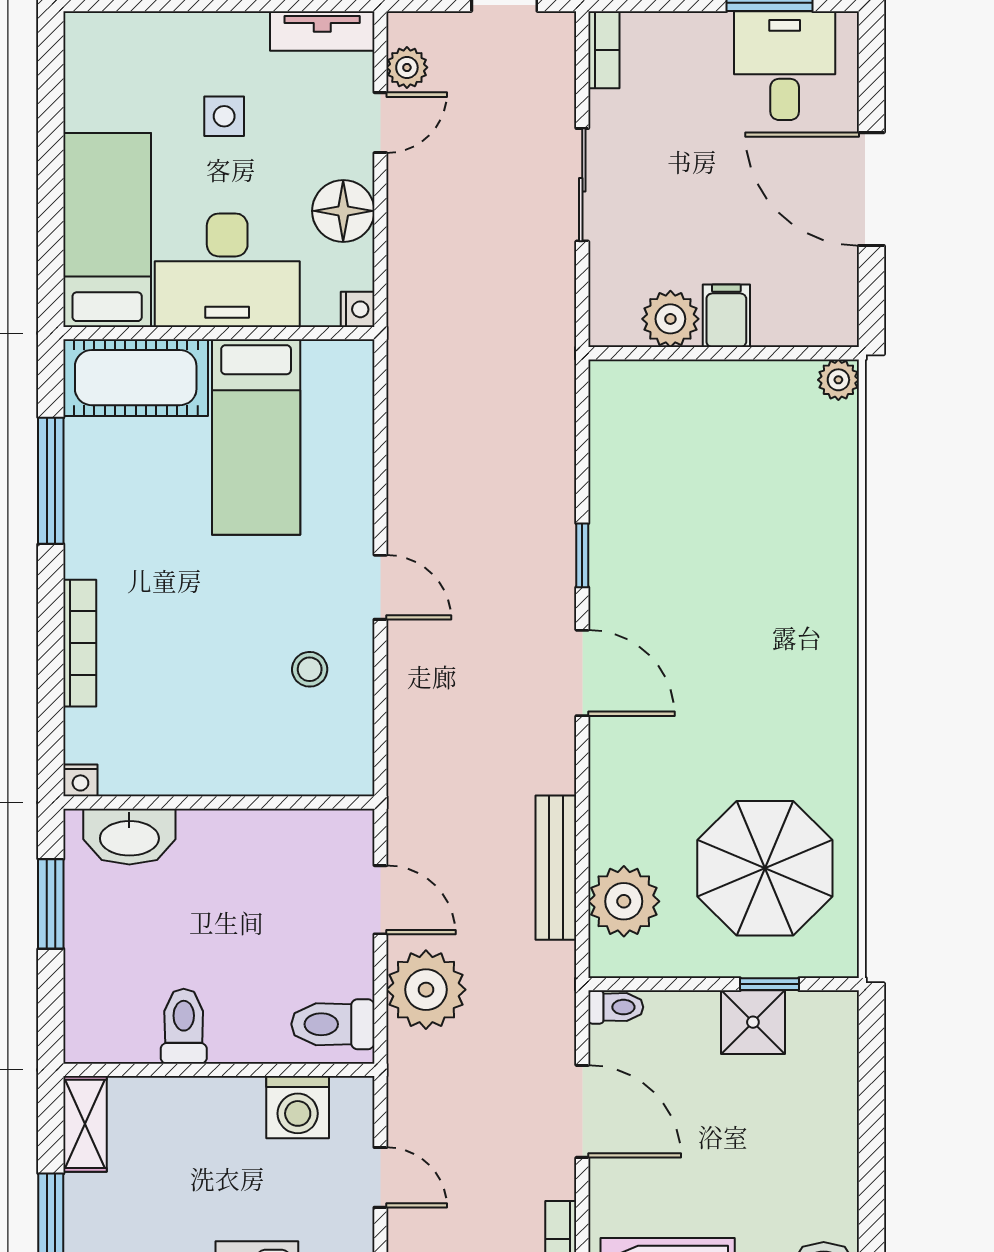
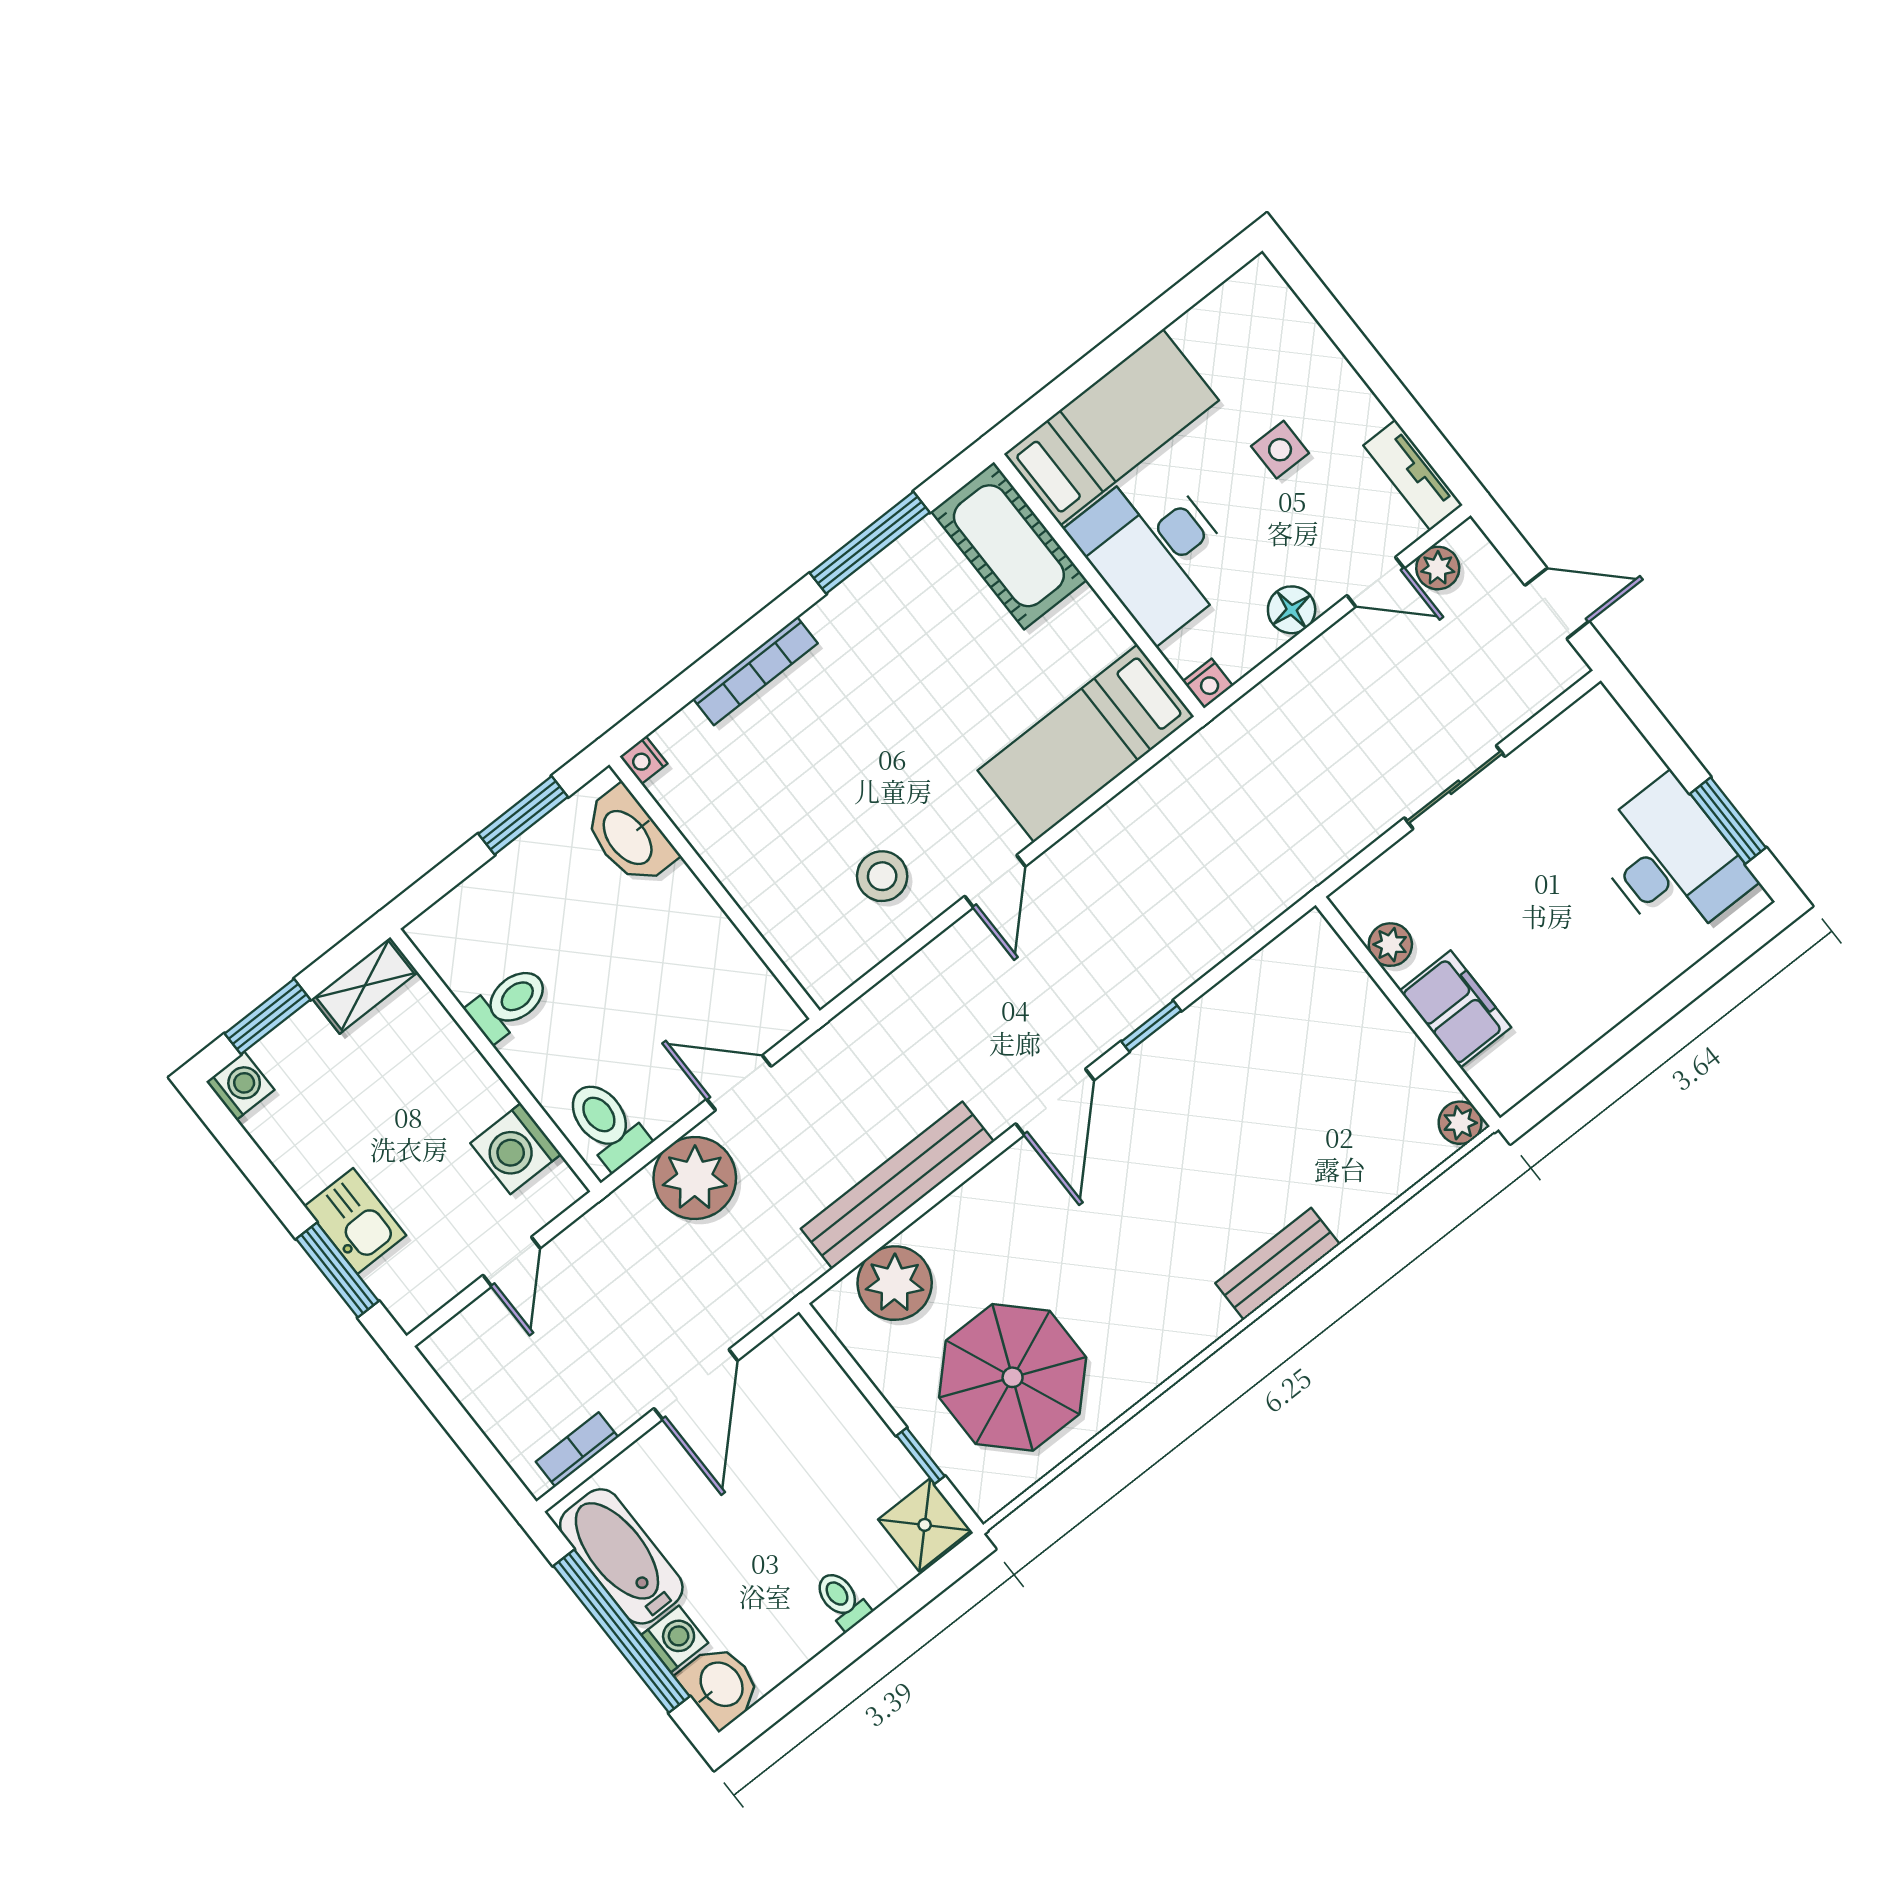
bookcase: (604, 50) -> (1579, 718), removed
desk: (785, 66) -> (1671, 861), width x1.37
door: (871, 189) -> (1638, 1027), removed
floor lamp: (343, 211) -> (1292, 610), width x0.73, depth x0.73
filing cabinet: (726, 316) -> (1455, 1009), width x2.00
plant: (670, 319) -> (1390, 945), width x0.73, depth x0.73
bed: (256, 437) -> (1086, 743), moved
bench: (836, 601) -> (1278, 1264), added
stool: (310, 669) -> (882, 876), width x1.37, depth x1.37
bench: (556, 868) -> (897, 1185), width x1.37, depth x1.21
door: (380, 900) -> (739, 1083), swing flipped
toilet: (616, 1007) -> (842, 1600), moved, turned 180
shower: (753, 1022) -> (925, 1525), moved

